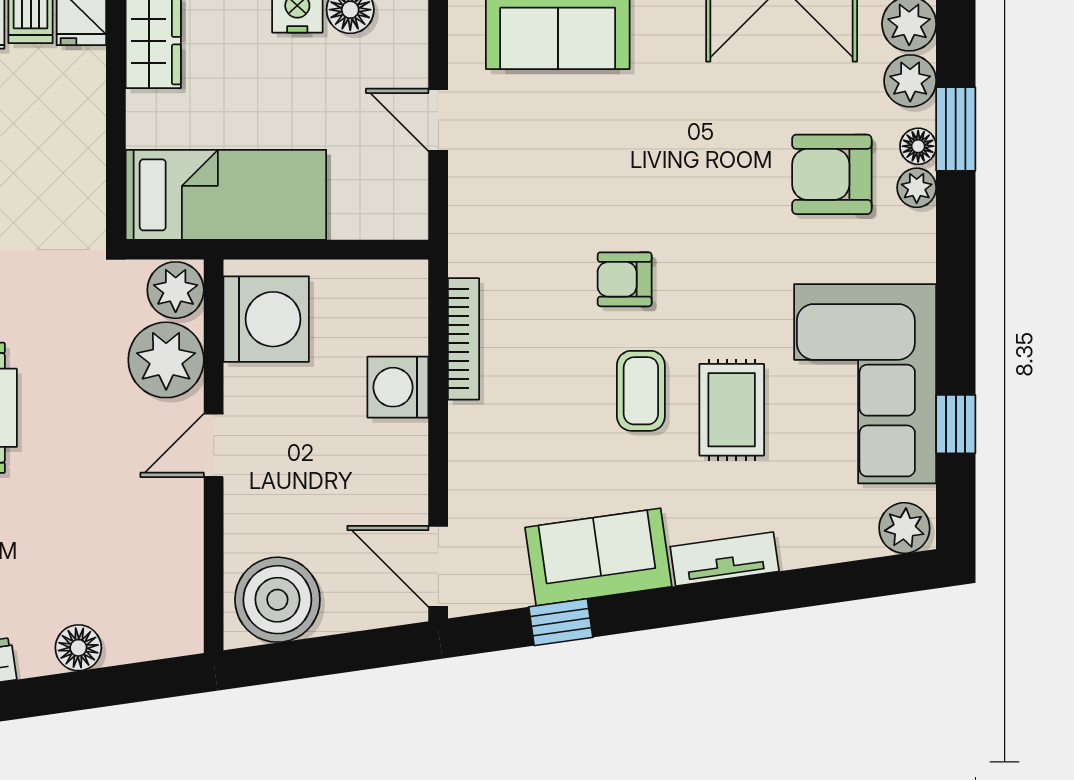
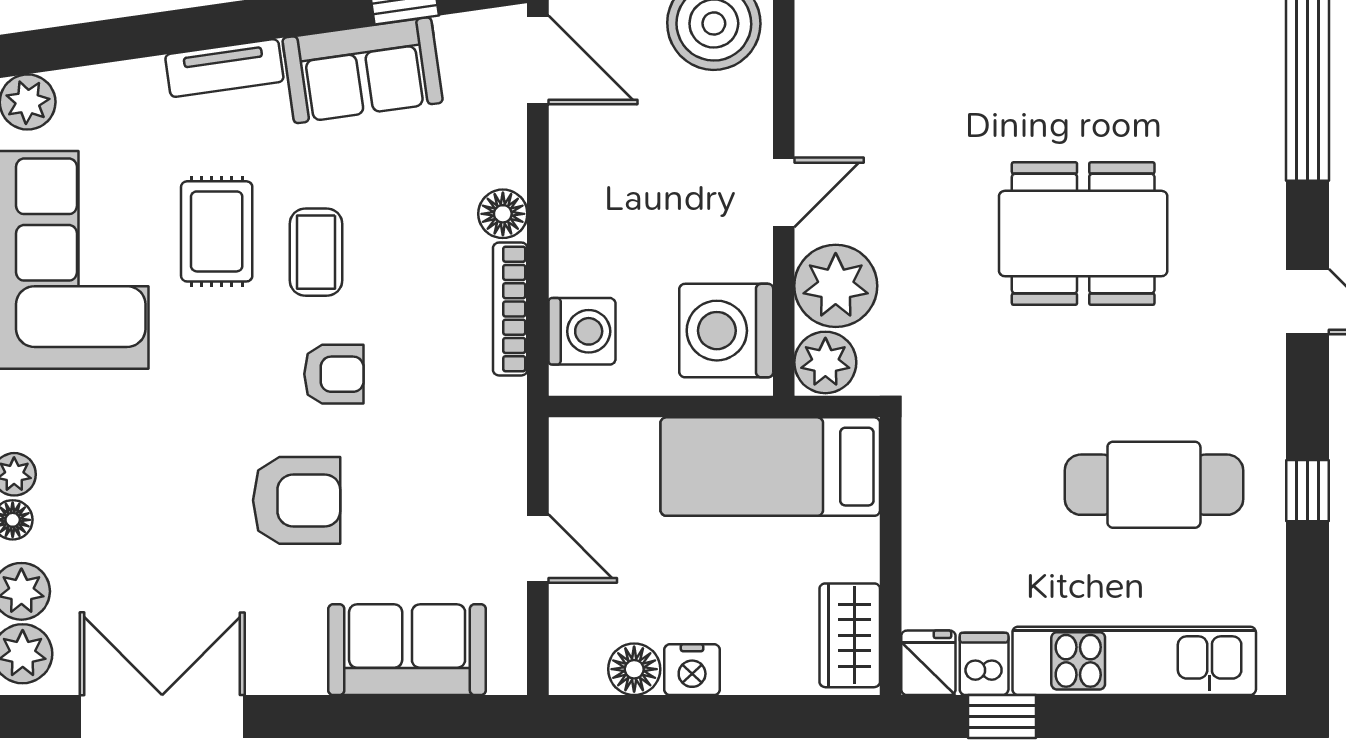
armchair: (832, 174) -> (297, 500), moved
washing machine: (398, 387) -> (582, 331), moved
floor lamp: (470, 426) -> (503, 214), added

